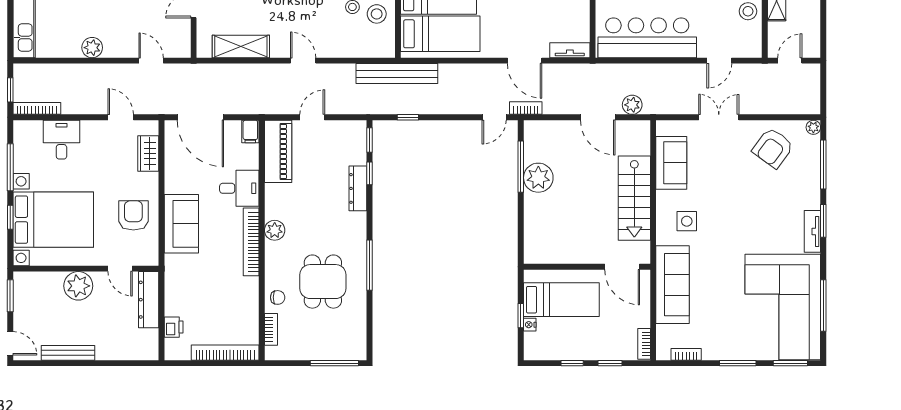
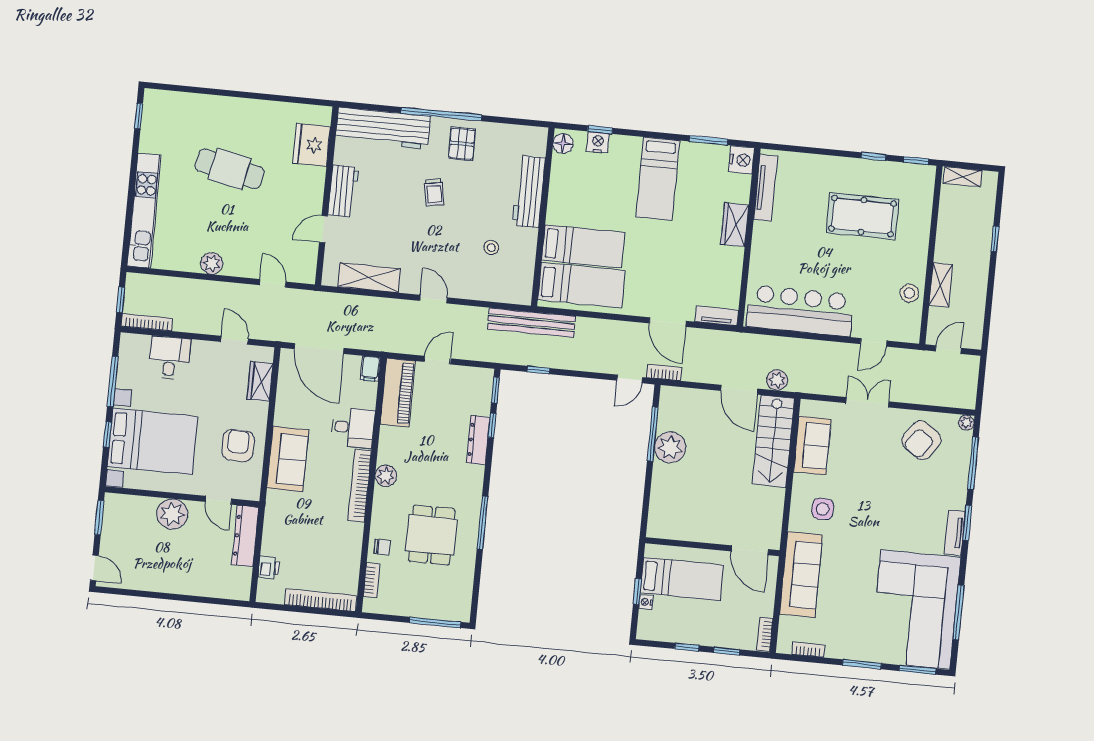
stool: (377, 14) -> (516, 257), removed
stairs: (634, 198) -> (773, 441), moved
bench: (68, 353) -> (155, 584), removed

